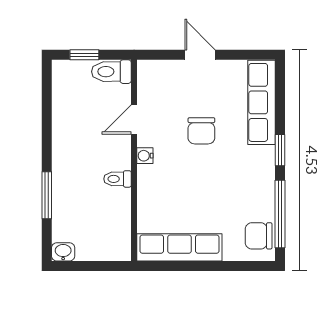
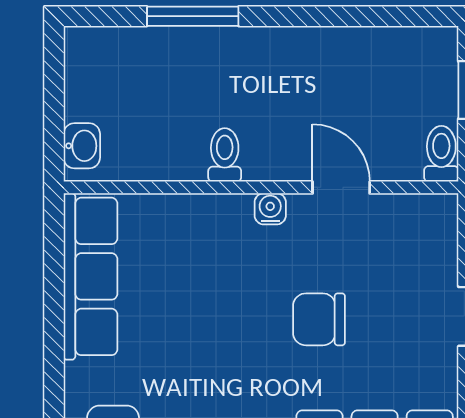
toilet: (111, 72) -> (441, 154), width x0.73, depth x0.72
washbasin: (63, 252) -> (82, 146), moved

